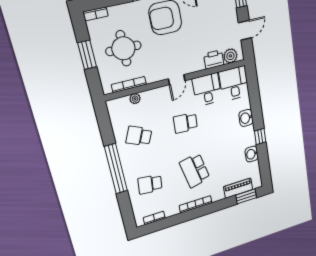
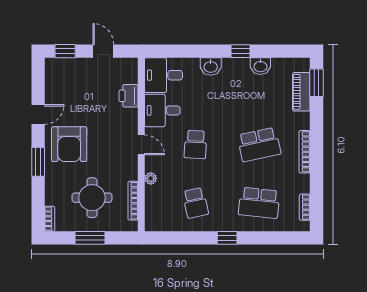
plant: (230, 56) -> (129, 74), removed
plant: (135, 99) -> (151, 178), moved
school desk: (139, 136) -> (195, 203), turned -36
window: (116, 169) -> (227, 238), width x0.32
school desk: (150, 184) -> (259, 203), width x1.85

